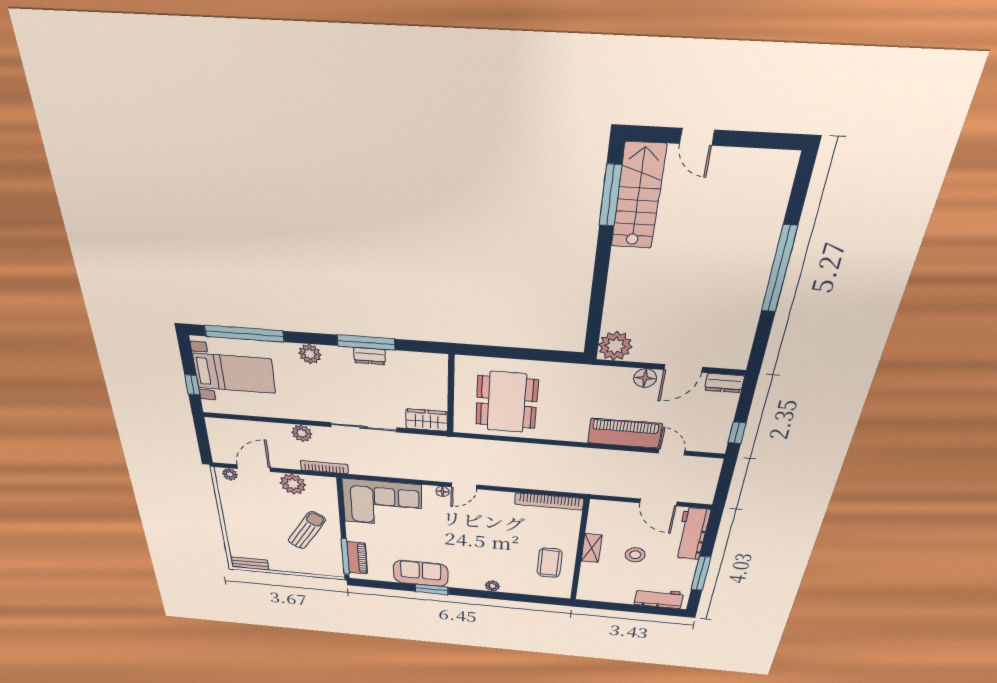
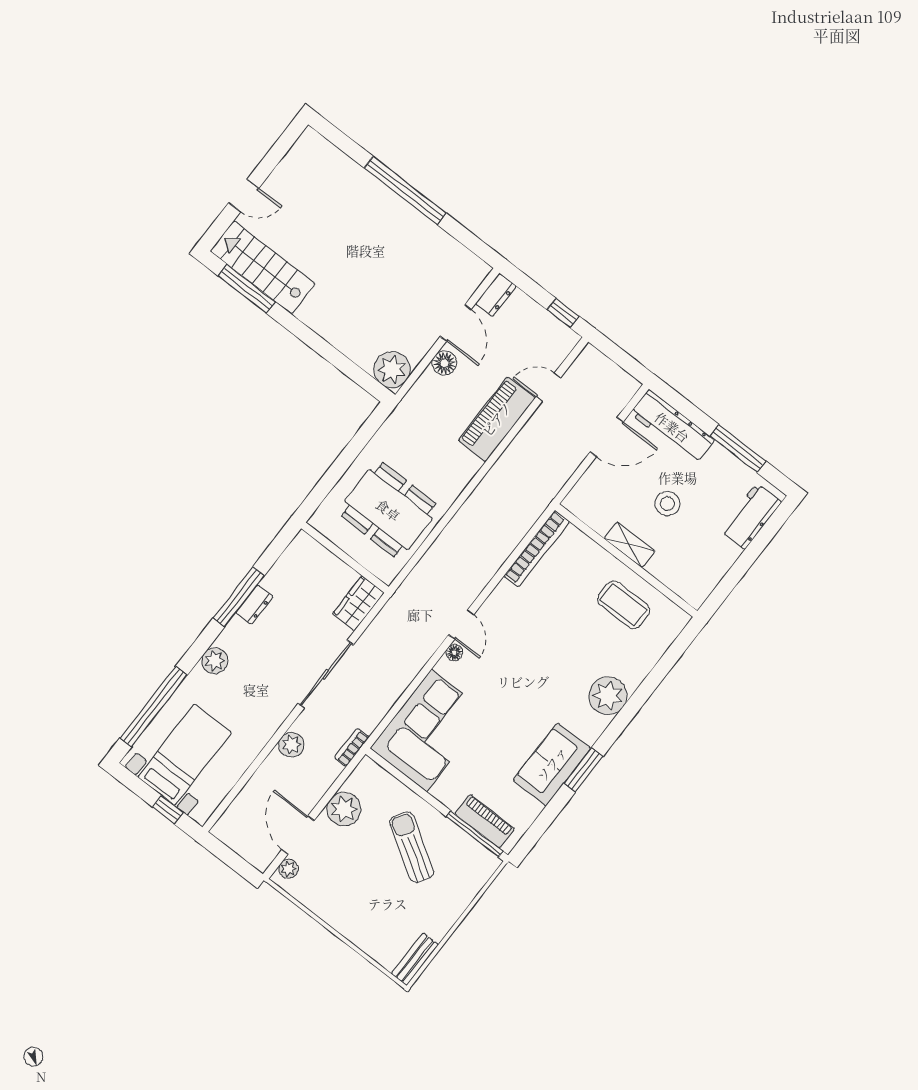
bookcase: (324, 467) -> (352, 747), width x0.64
plant: (492, 586) -> (608, 696), width x1.88, depth x1.88

